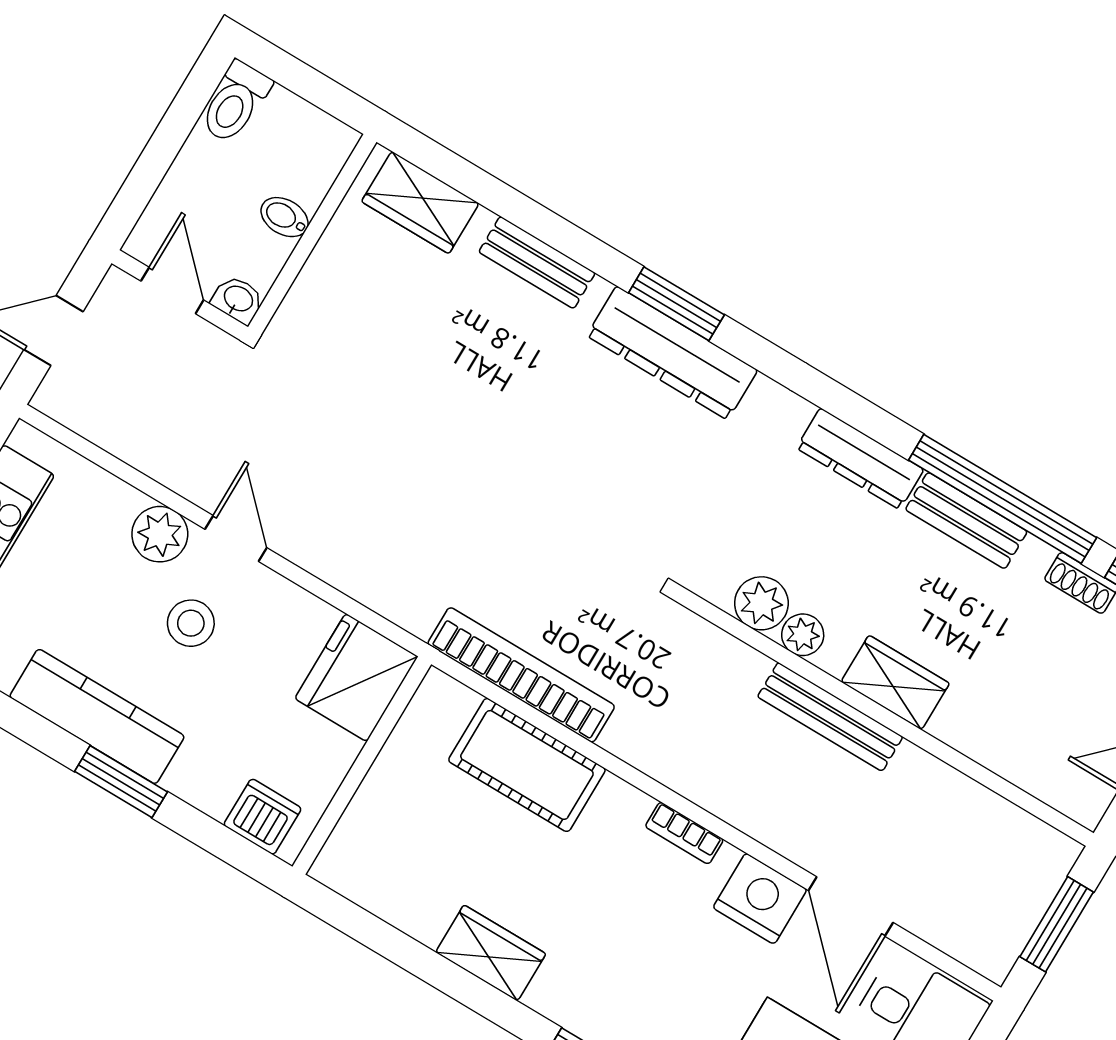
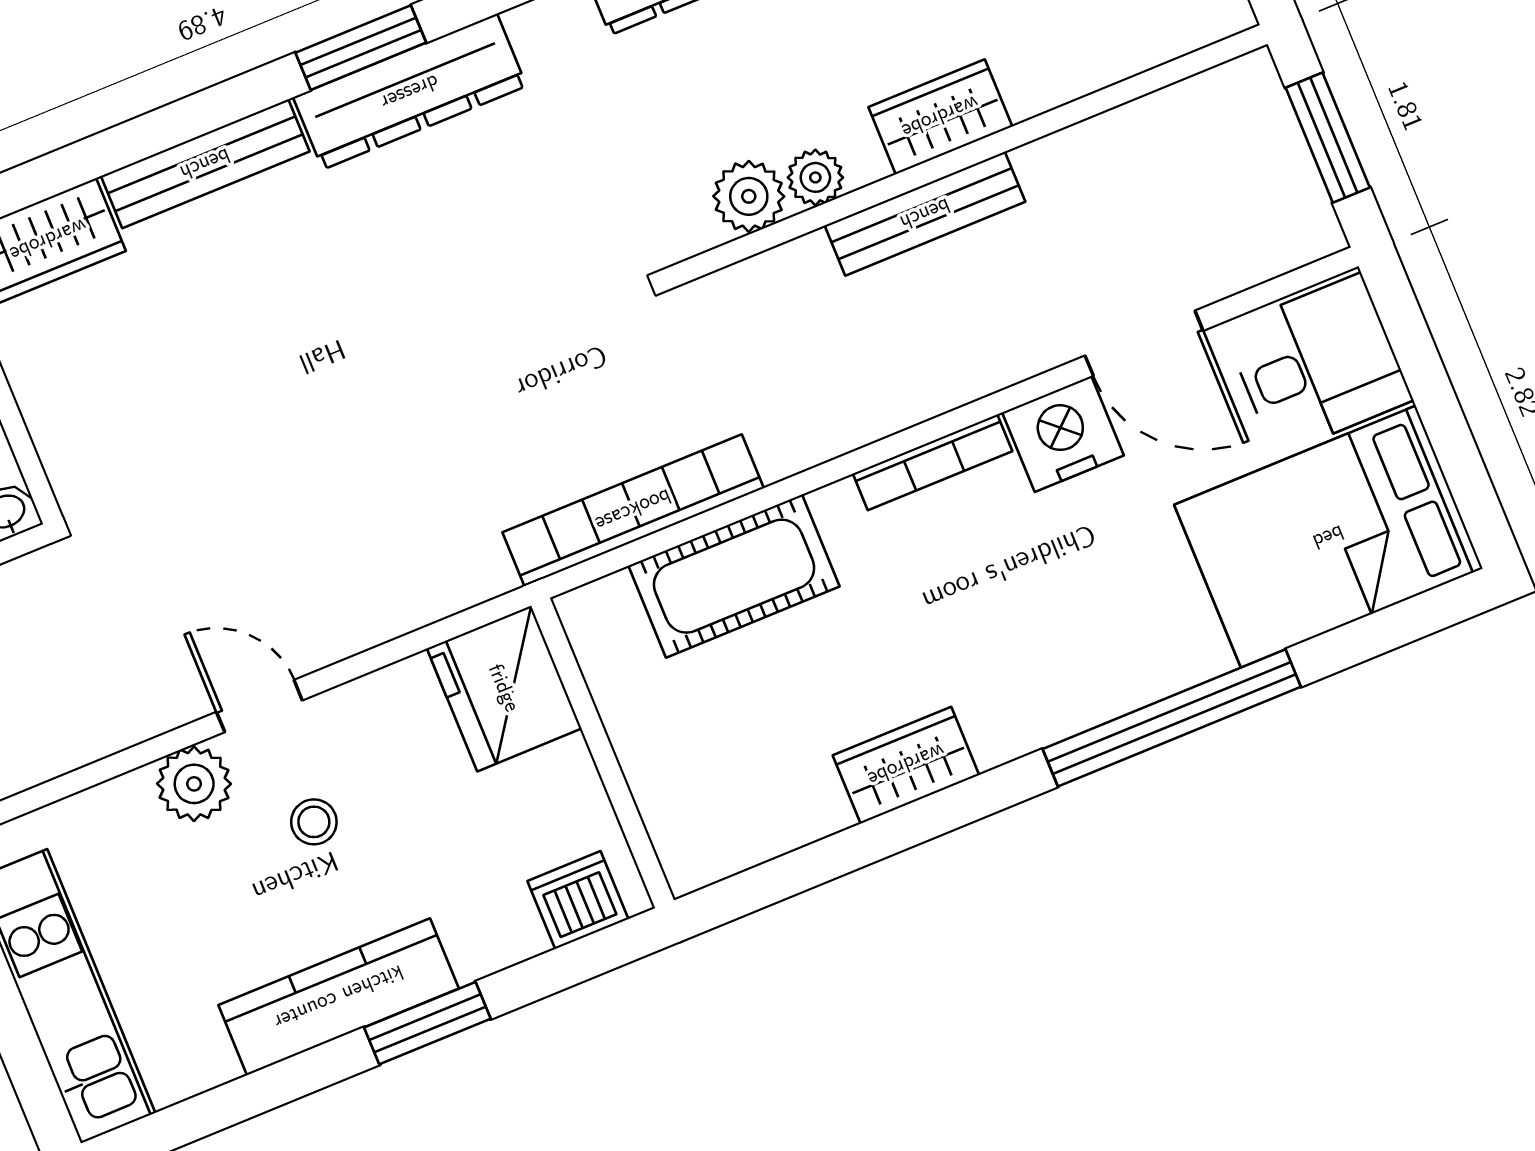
bench: (537, 262) -> (205, 164), width x1.36
stool: (191, 623) -> (314, 822), width x0.73, depth x0.73
bookcase: (684, 833) -> (933, 462), width x1.56

